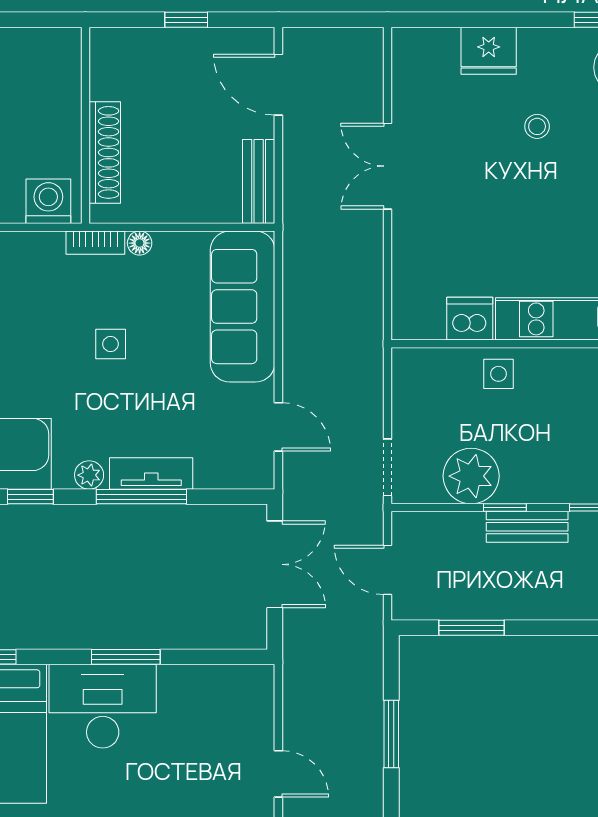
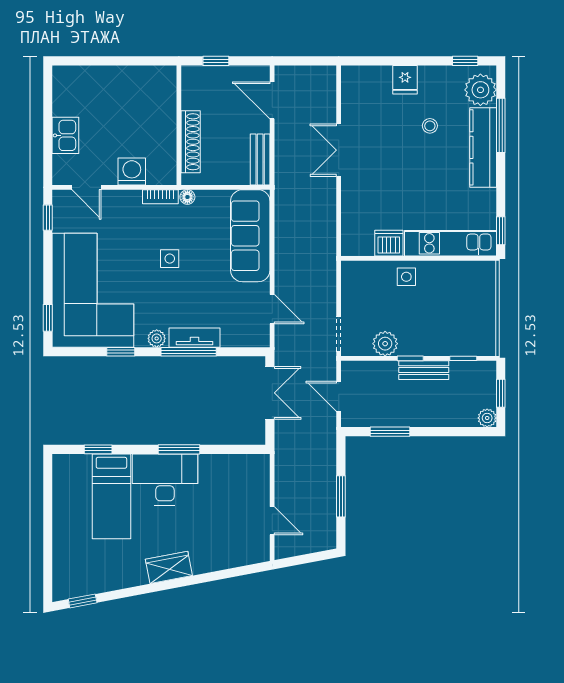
fridge: (489, 51) -> (405, 80), width x0.72
wall: (85, 125) -> (179, 125), moved
shoe rack: (105, 152) -> (191, 142), moved
plant: (471, 476) -> (385, 344), width x0.73, depth x0.73

